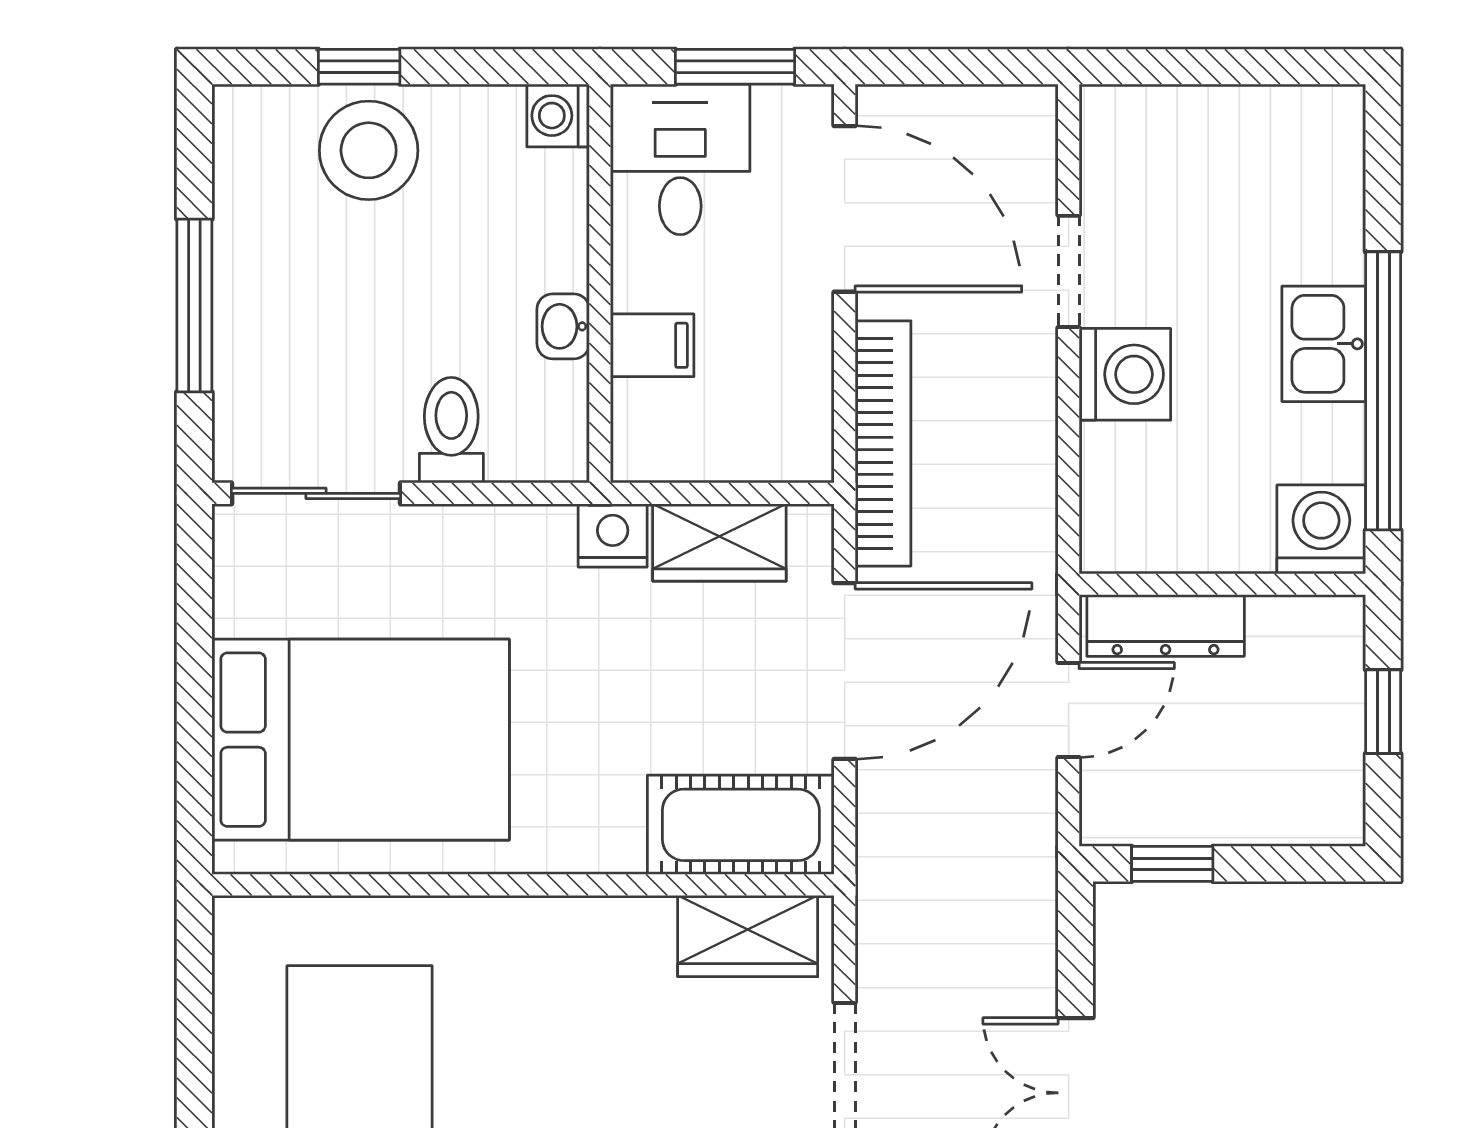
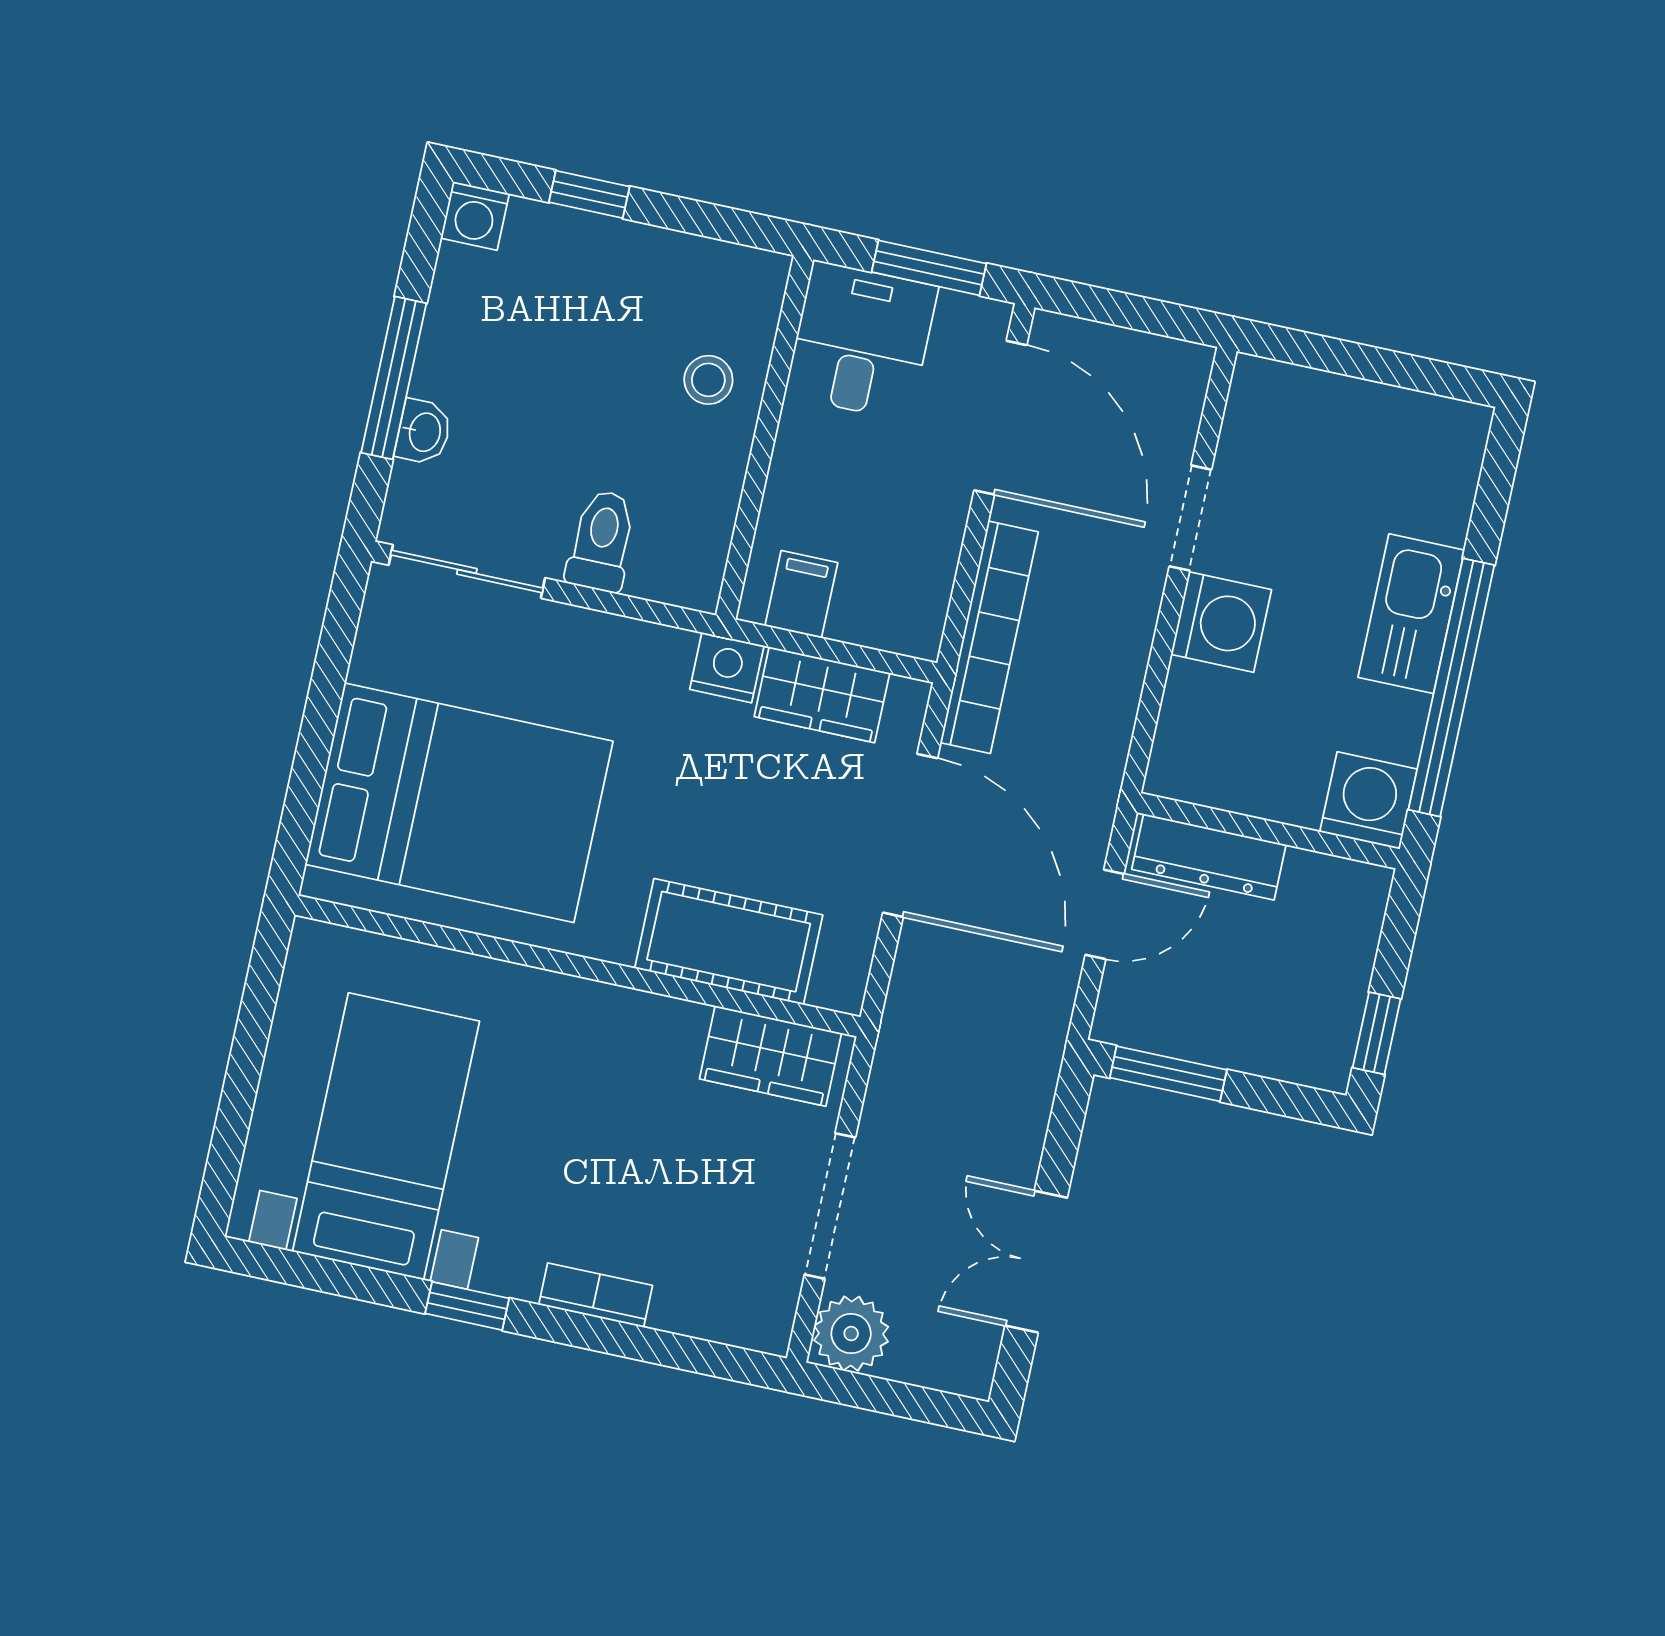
washing machine: (558, 116) -> (475, 216), moved, turned -90
stool: (369, 150) -> (708, 380), moved, width x0.53, depth x0.53
washbasin: (563, 326) -> (423, 432), moved, turned 180
kitchen sink: (1324, 344) -> (1411, 614), width x1.38
filing cabinet: (652, 345) -> (801, 594), moved, turned -90
door: (845, 671) -> (910, 835), hinge flipped
window: (1383, 712) -> (1377, 1033), moved
cot: (741, 825) -> (729, 942), moved
window: (1172, 864) -> (1168, 1074), width x1.50

